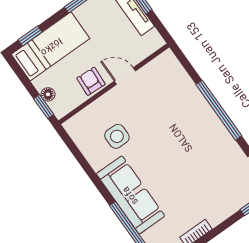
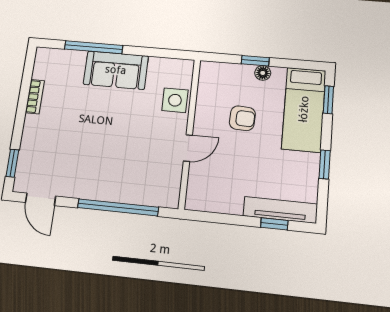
door: (125, 76) -> (188, 148), moved
wall: (114, 84) -> (190, 133), moved
sofa: (131, 195) -> (116, 70), width x0.73

